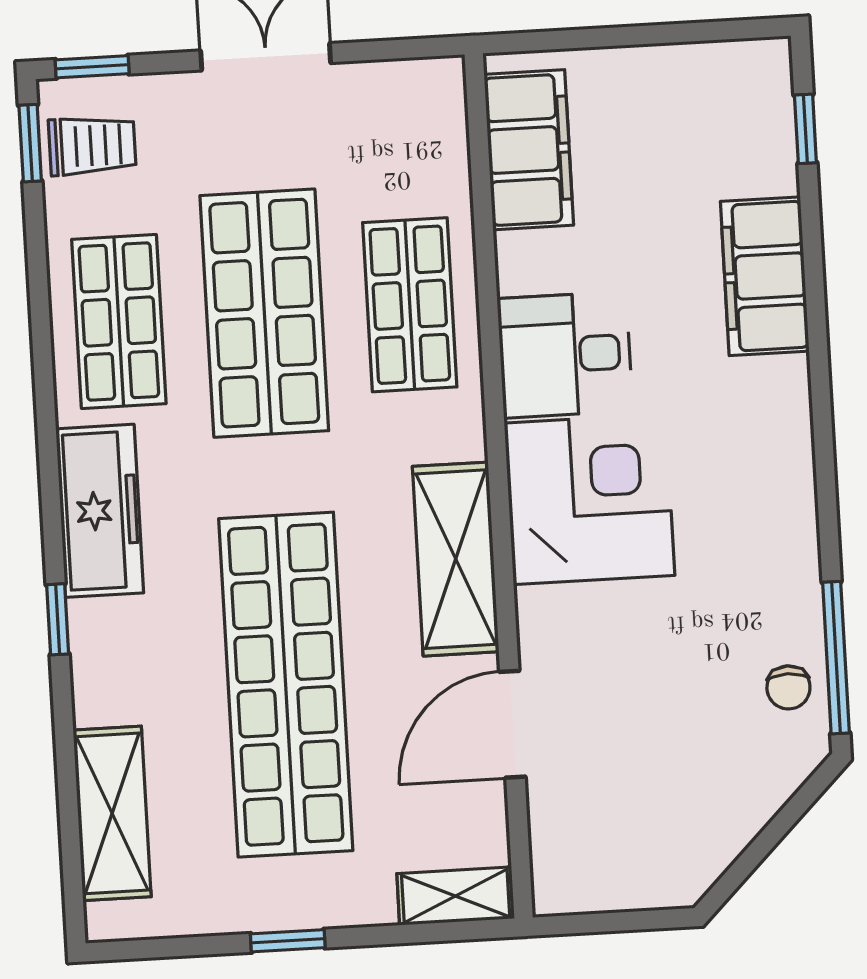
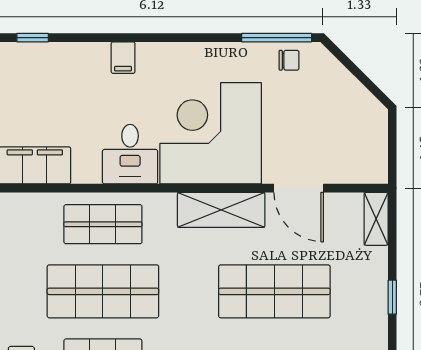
filing cabinet: (765, 276) -> (123, 58), width x0.33, depth x0.86
corner desk: (590, 499) -> (211, 133), width x1.36, depth x1.36
shop shelf: (286, 685) -> (274, 291), width x0.71

